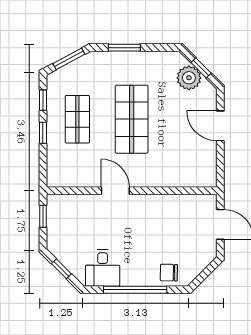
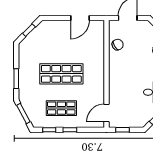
plant: (189, 78) -> (35, 38), removed
door: (220, 126) -> (80, 18), moved
door: (115, 191) -> (106, 113), moved
chair: (178, 208) -> (118, 45), added

